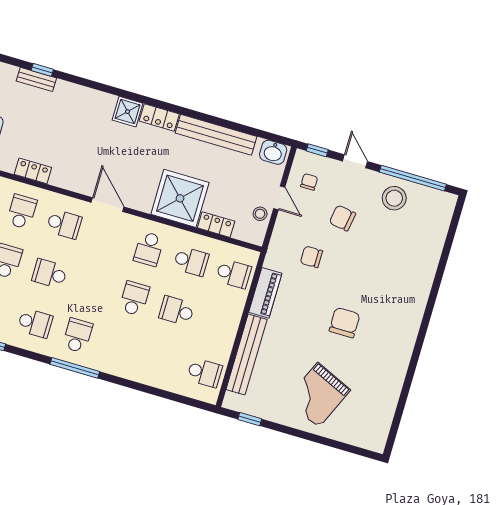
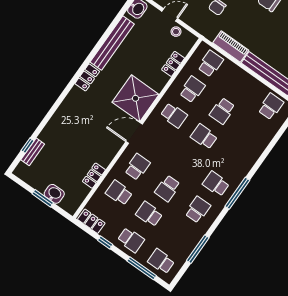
shower: (128, 112) -> (76, 98), removed
shower: (180, 198) -> (136, 98), moved

